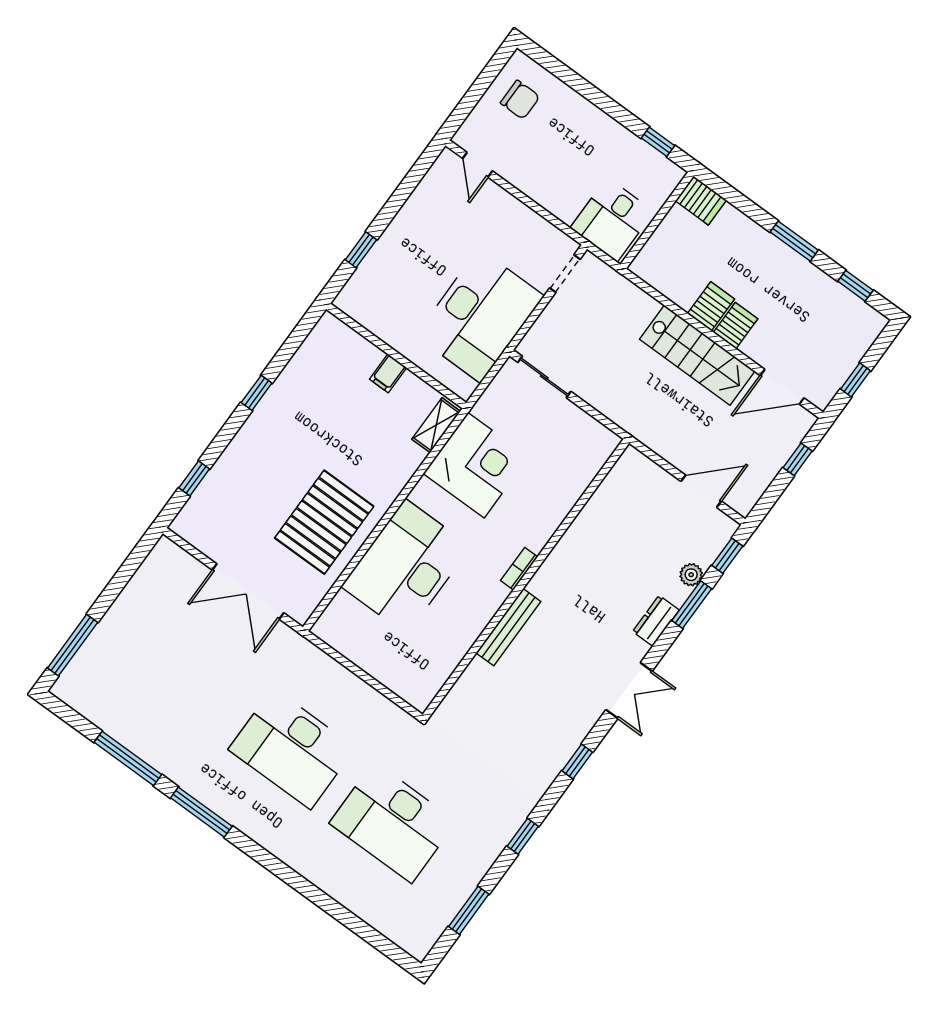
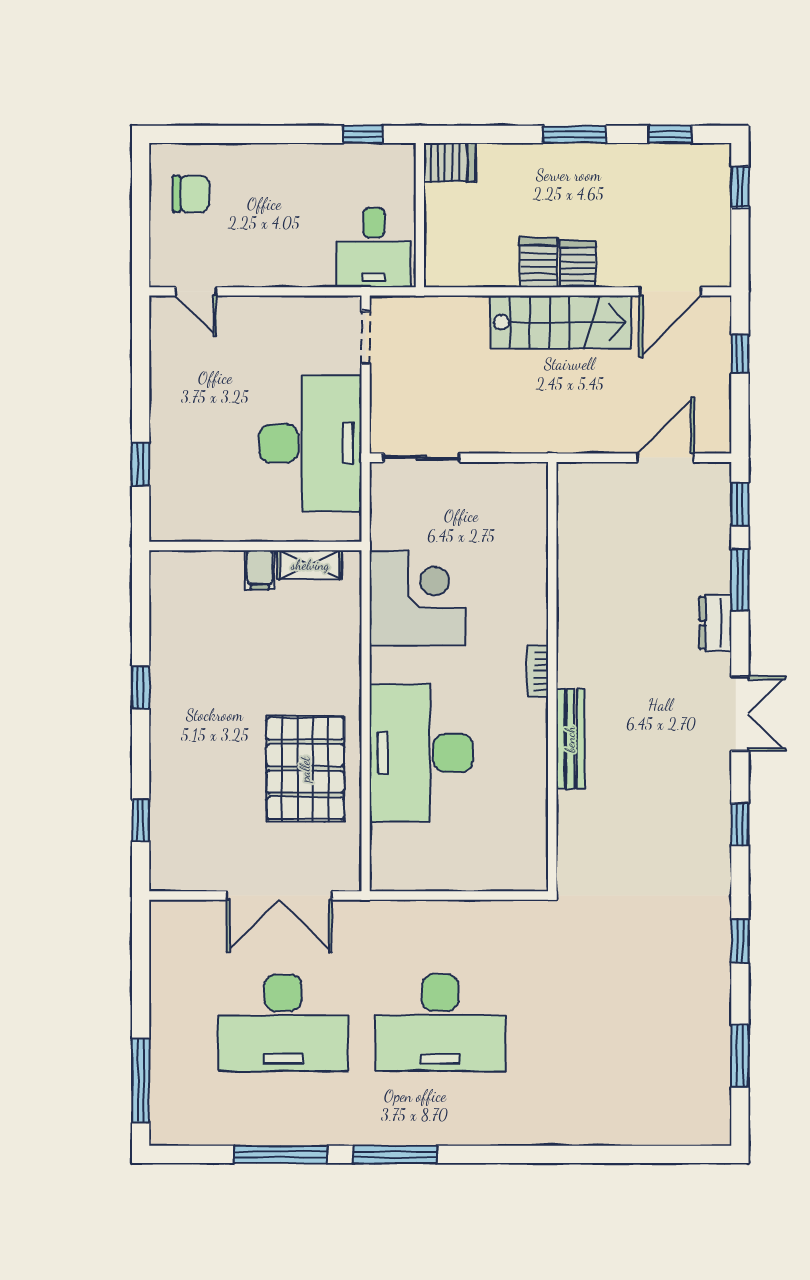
window: (855, 380) -> (740, 187), moved
shelving: (436, 425) -> (310, 565), moved, turned 90
plant: (691, 575) -> (717, 550), removed
desk: (393, 822) -> (283, 1023), moved

